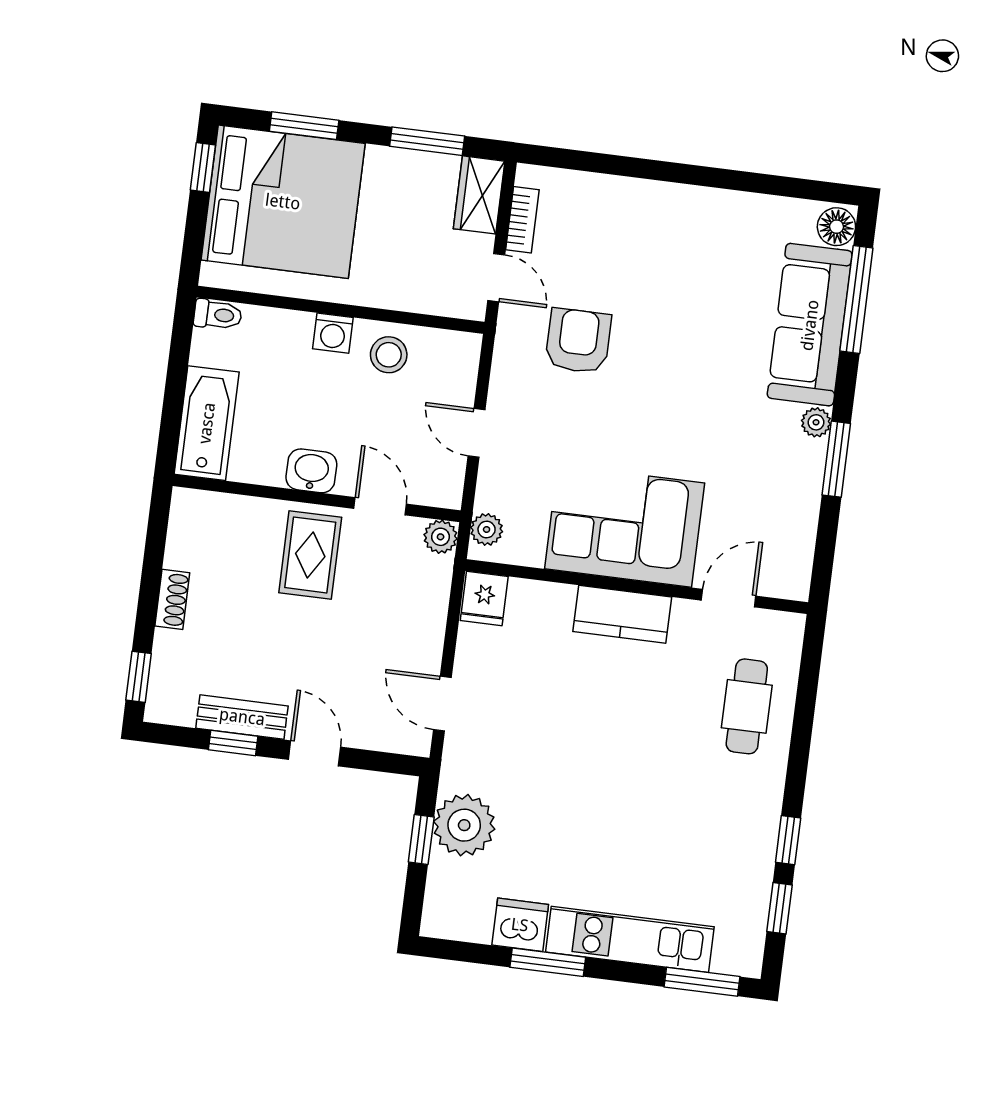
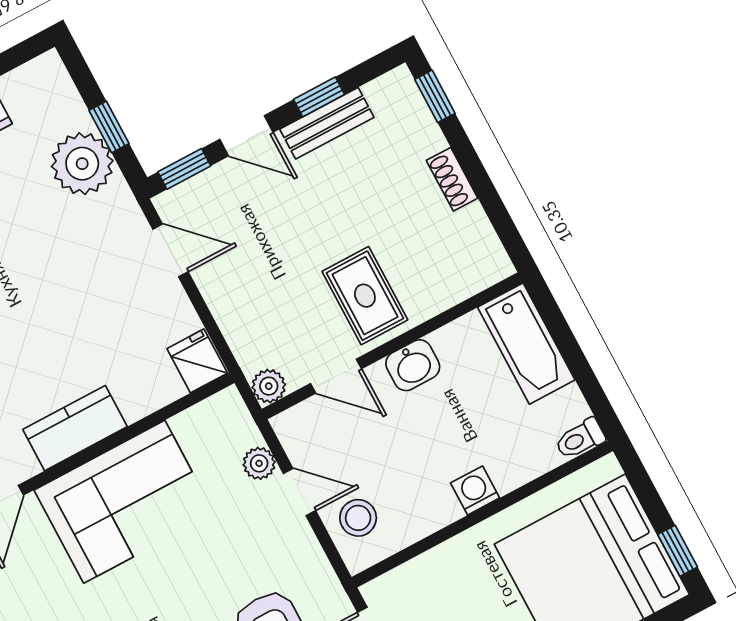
stool: (389, 355) -> (358, 518), moved
plant: (487, 530) -> (259, 463), moved
window: (384, 762) -> (184, 169), added

